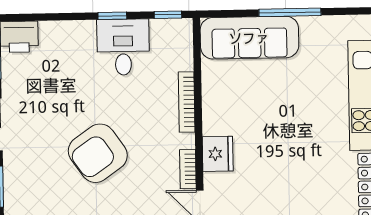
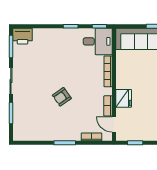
desk: (123, 47) -> (98, 41), moved, turned 90
armchair: (98, 153) -> (62, 97), width x0.53, depth x0.53

